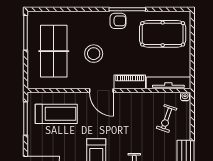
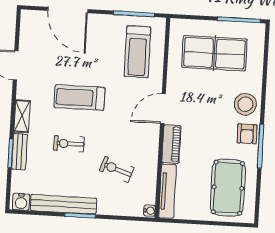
stool: (94, 54) -> (245, 104), moved
exercise bike: (167, 118) -> (117, 169), moved

